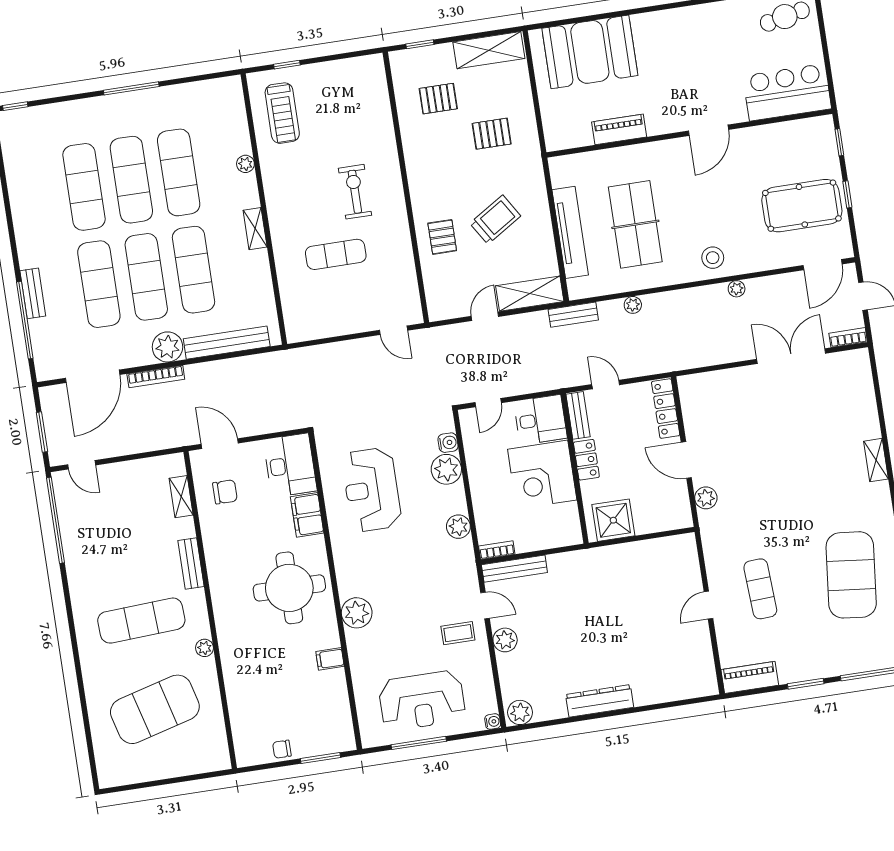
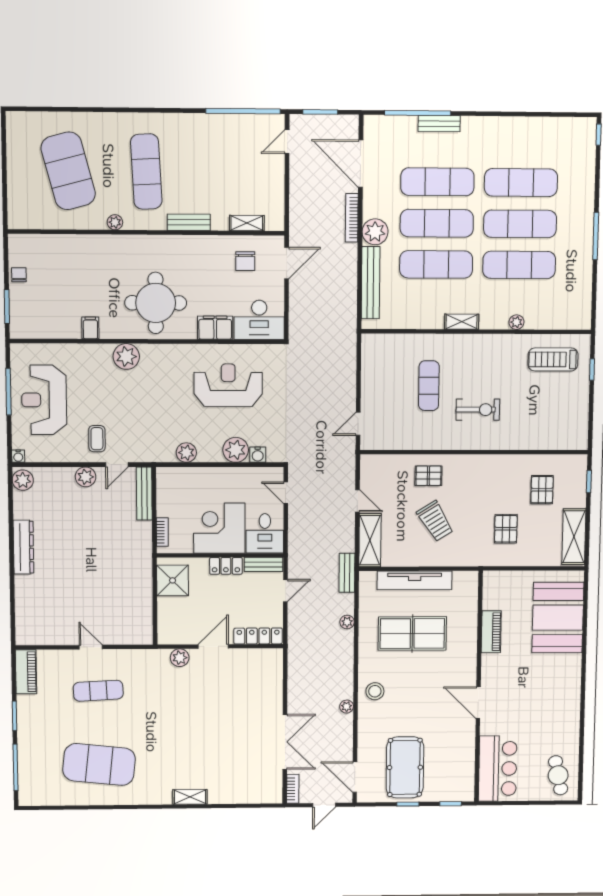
bookcase: (497, 550) -> (162, 532), moved

